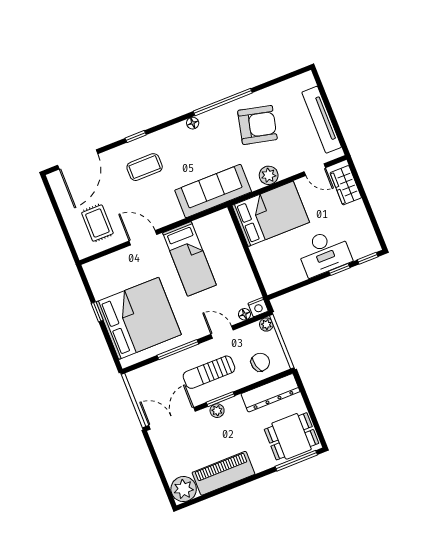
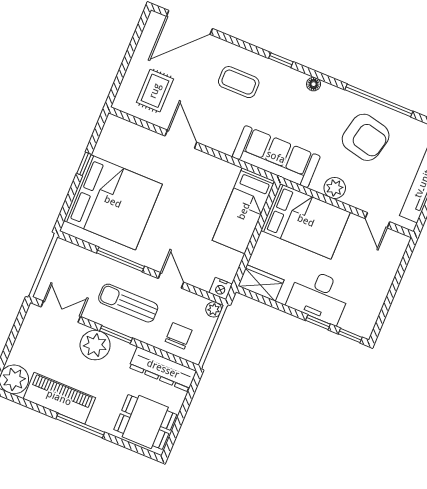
window: (223, 102) -> (379, 100), moved
window: (136, 137) -> (281, 60), moved
wardrobe: (346, 185) -> (261, 283), moved, turned 90
bed: (189, 259) -> (244, 211), moved
floor lamp: (244, 314) -> (204, 283), removed
chair: (260, 362) -> (179, 336), turned -75
plant: (217, 411) -> (95, 345), width x1.88, depth x1.88
double door: (172, 418) -> (61, 312), width x0.73
window: (296, 461) -> (80, 426), moved

